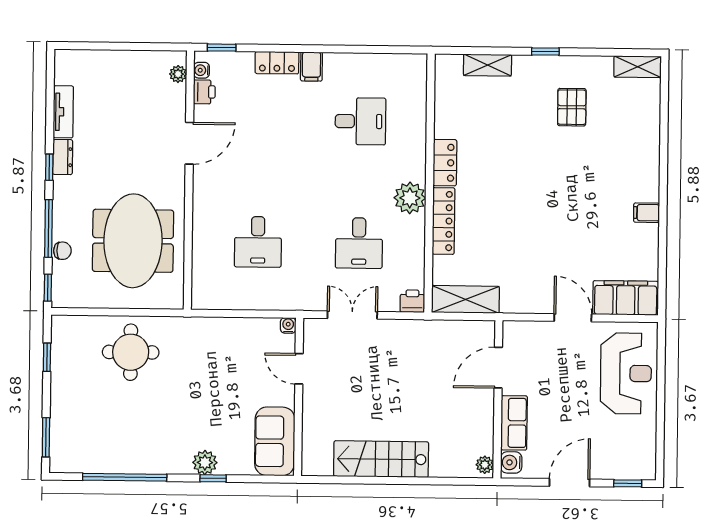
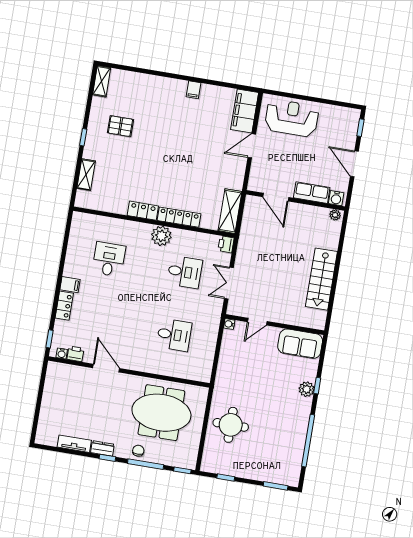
plant: (178, 74) -> (62, 368), removed
chair: (62, 251) -> (138, 451), moved

